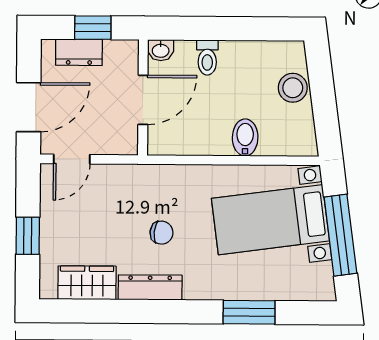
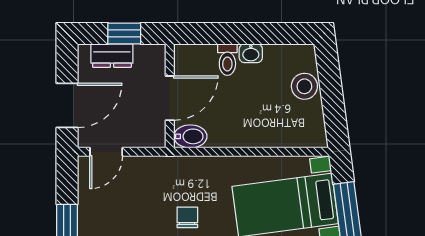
washbasin: (161, 50) -> (251, 53), moved
bidet: (245, 137) -> (190, 136), moved, turned 90
chair: (161, 233) -> (187, 217), turned -96

